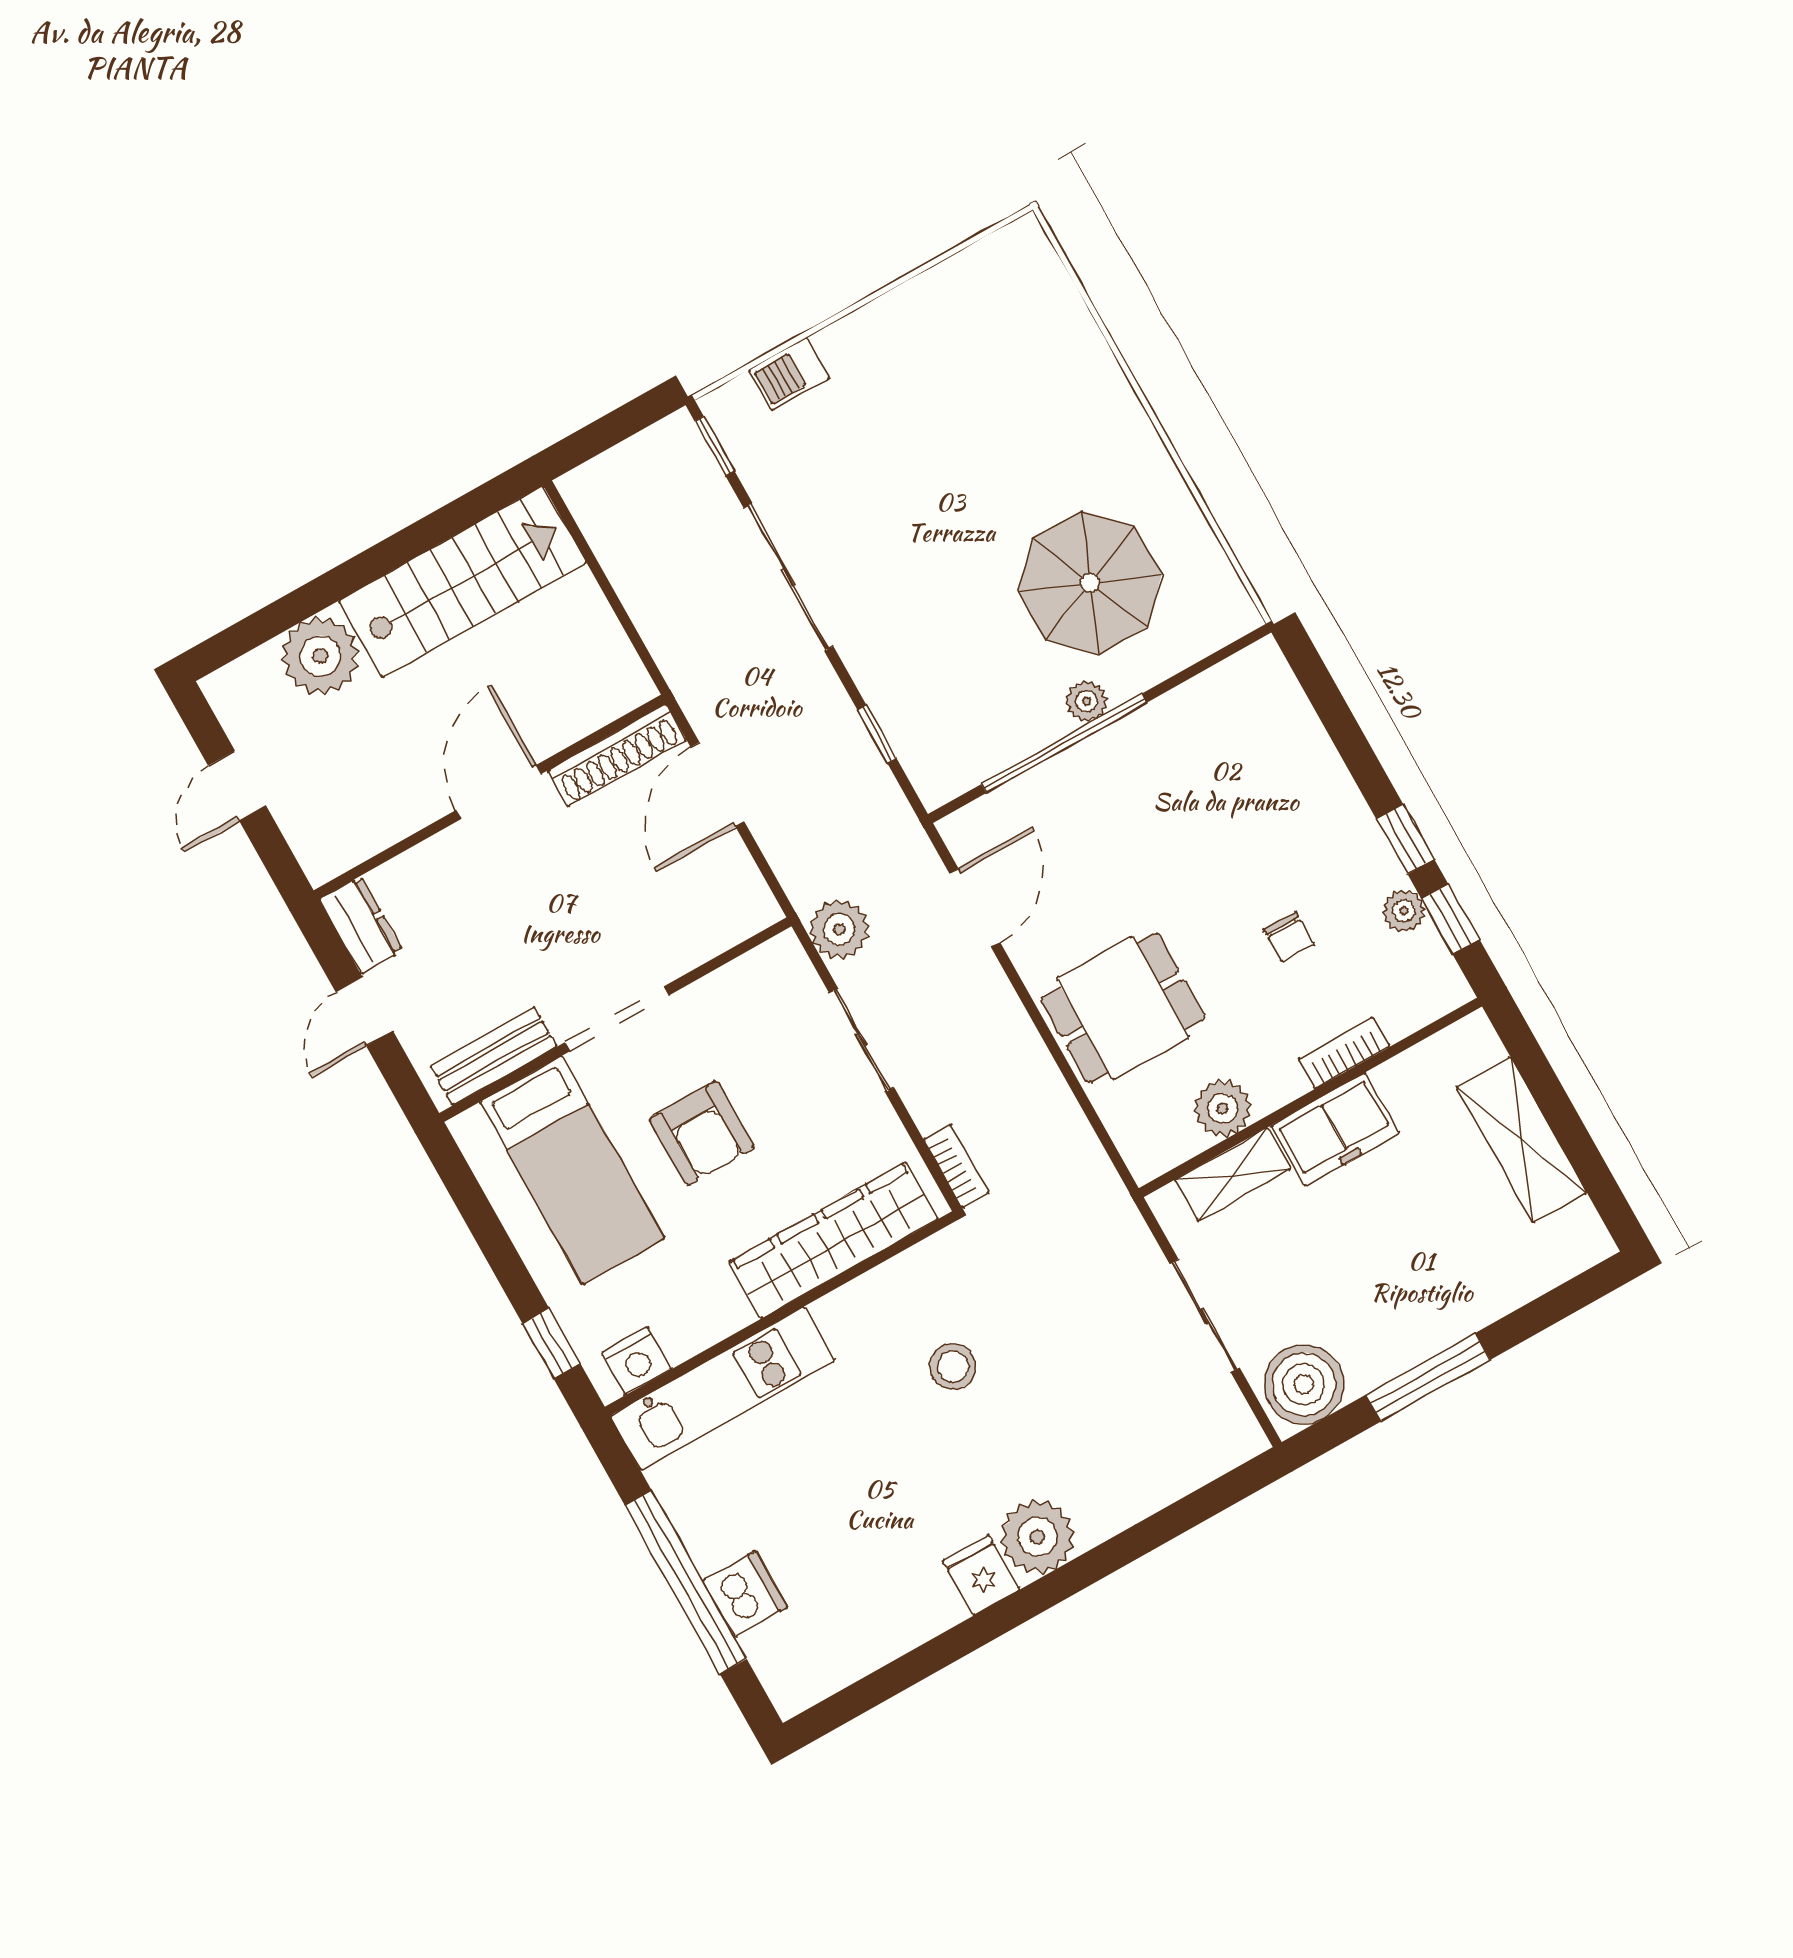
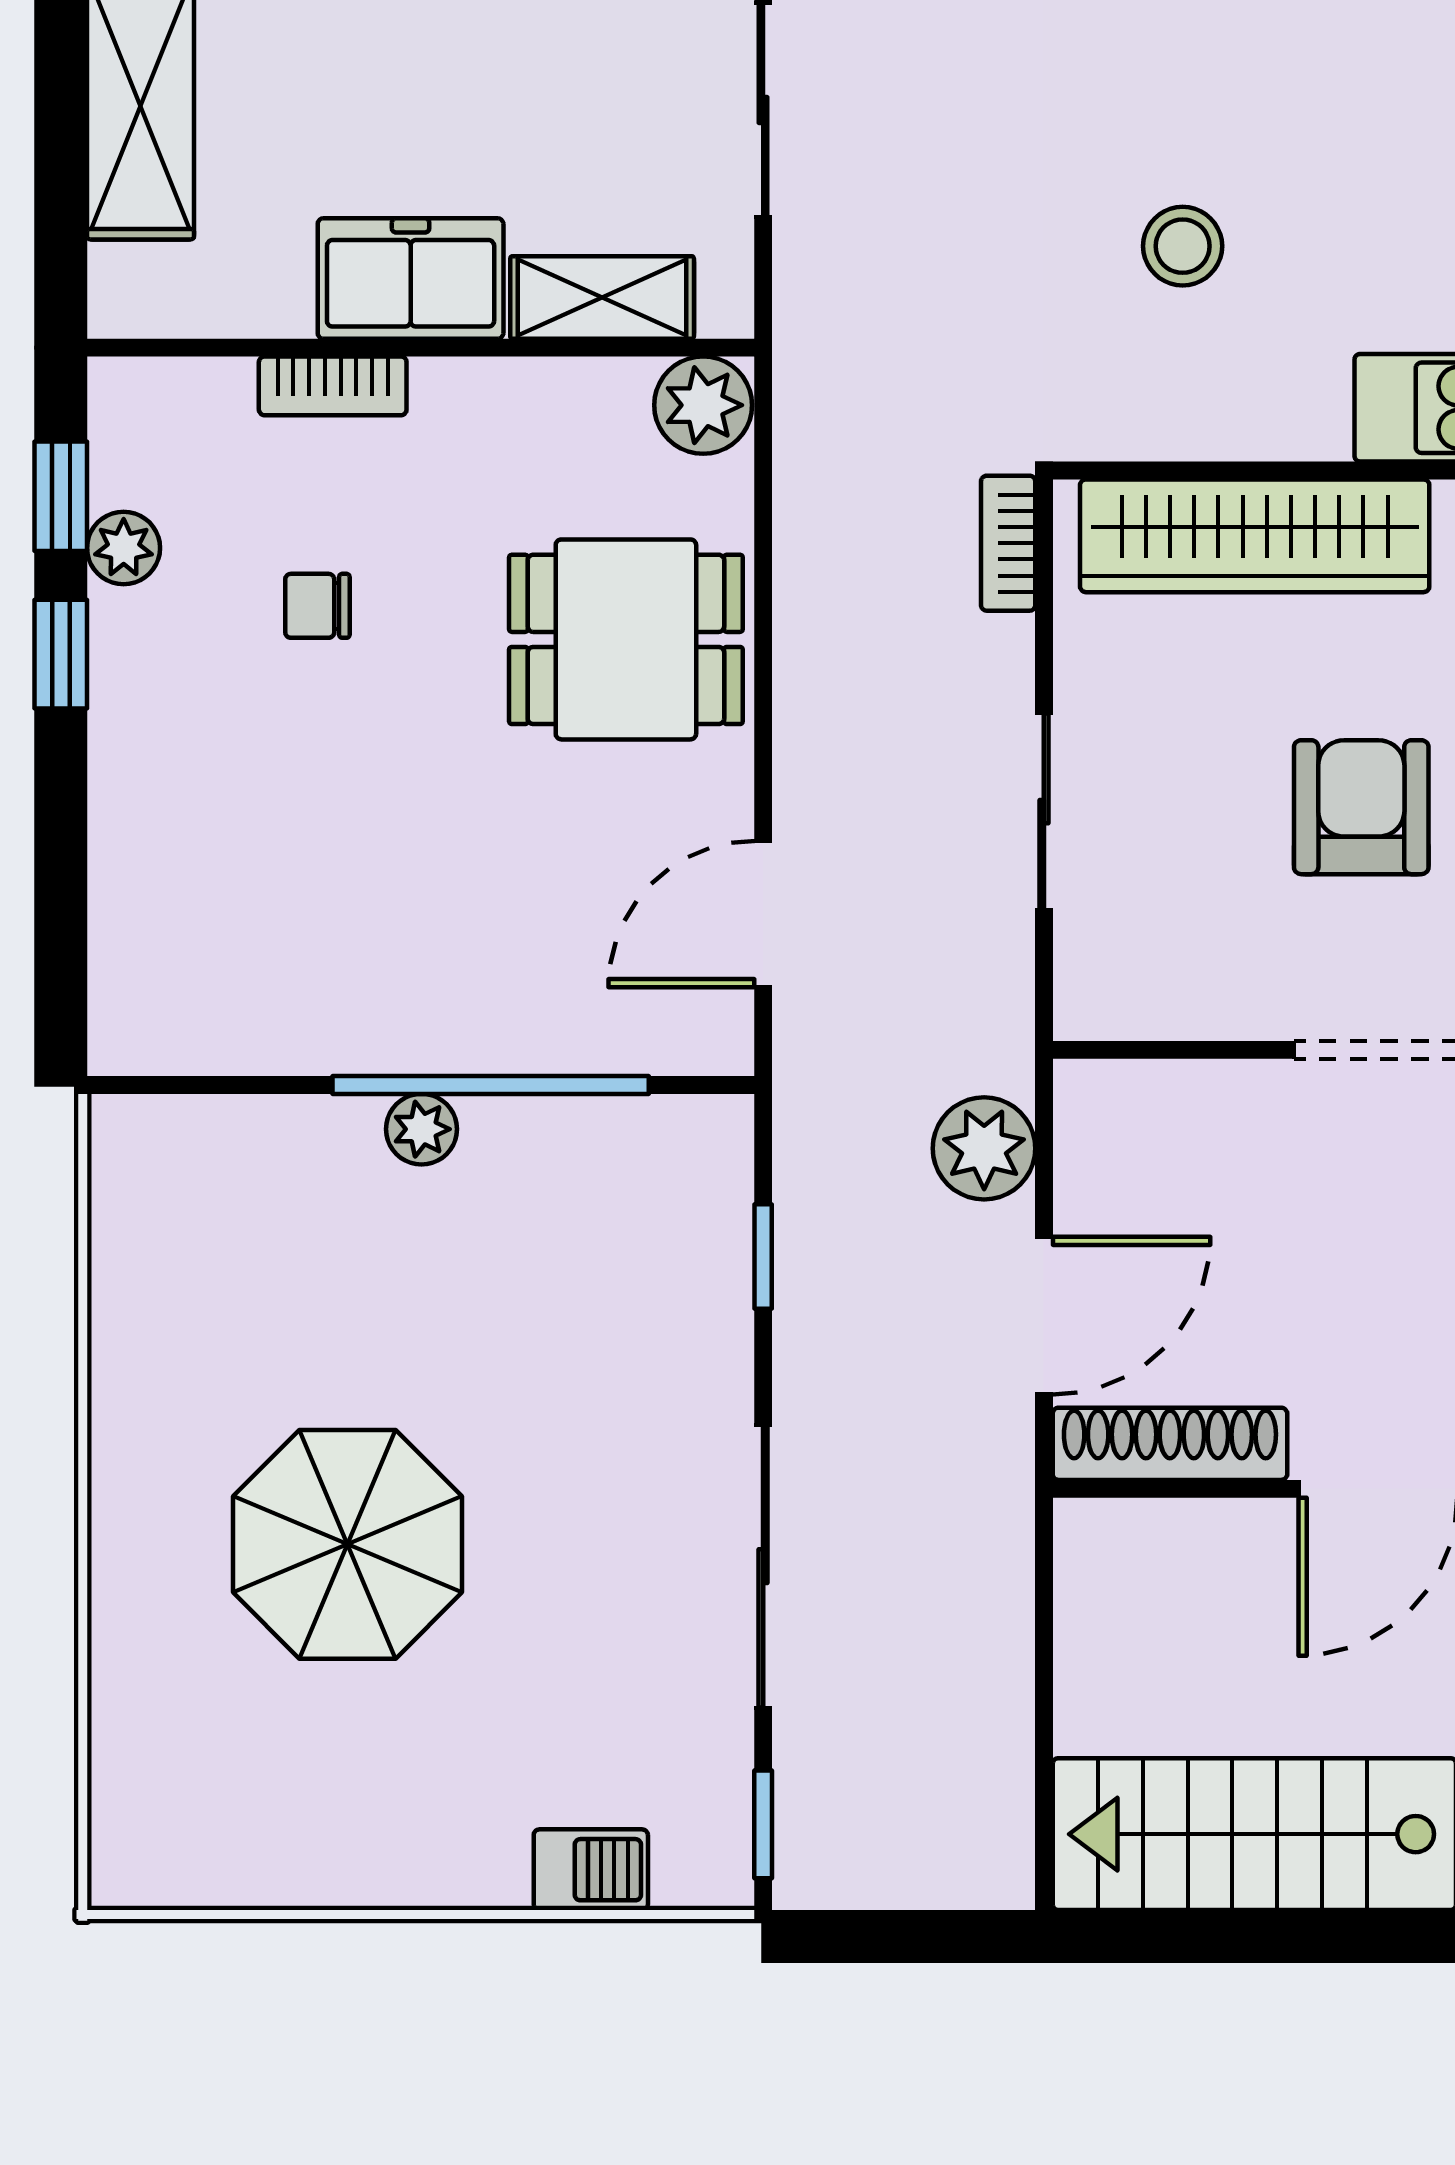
parasol: (1090, 583) -> (347, 1544), moved
plant: (839, 929) -> (984, 1148), moved
chair: (1289, 937) -> (317, 606), turned -90
plant: (1223, 1108) -> (703, 405), moved

